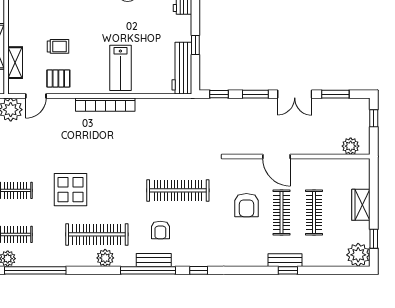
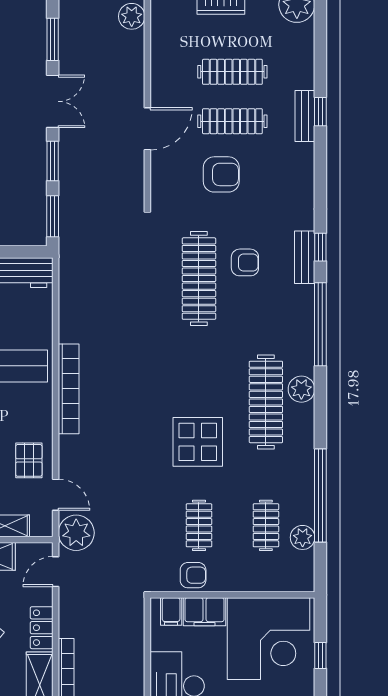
window: (219, 94) -> (53, 216), width x1.50
armchair: (160, 230) -> (245, 262), moved
bench: (154, 260) -> (305, 257), moved

